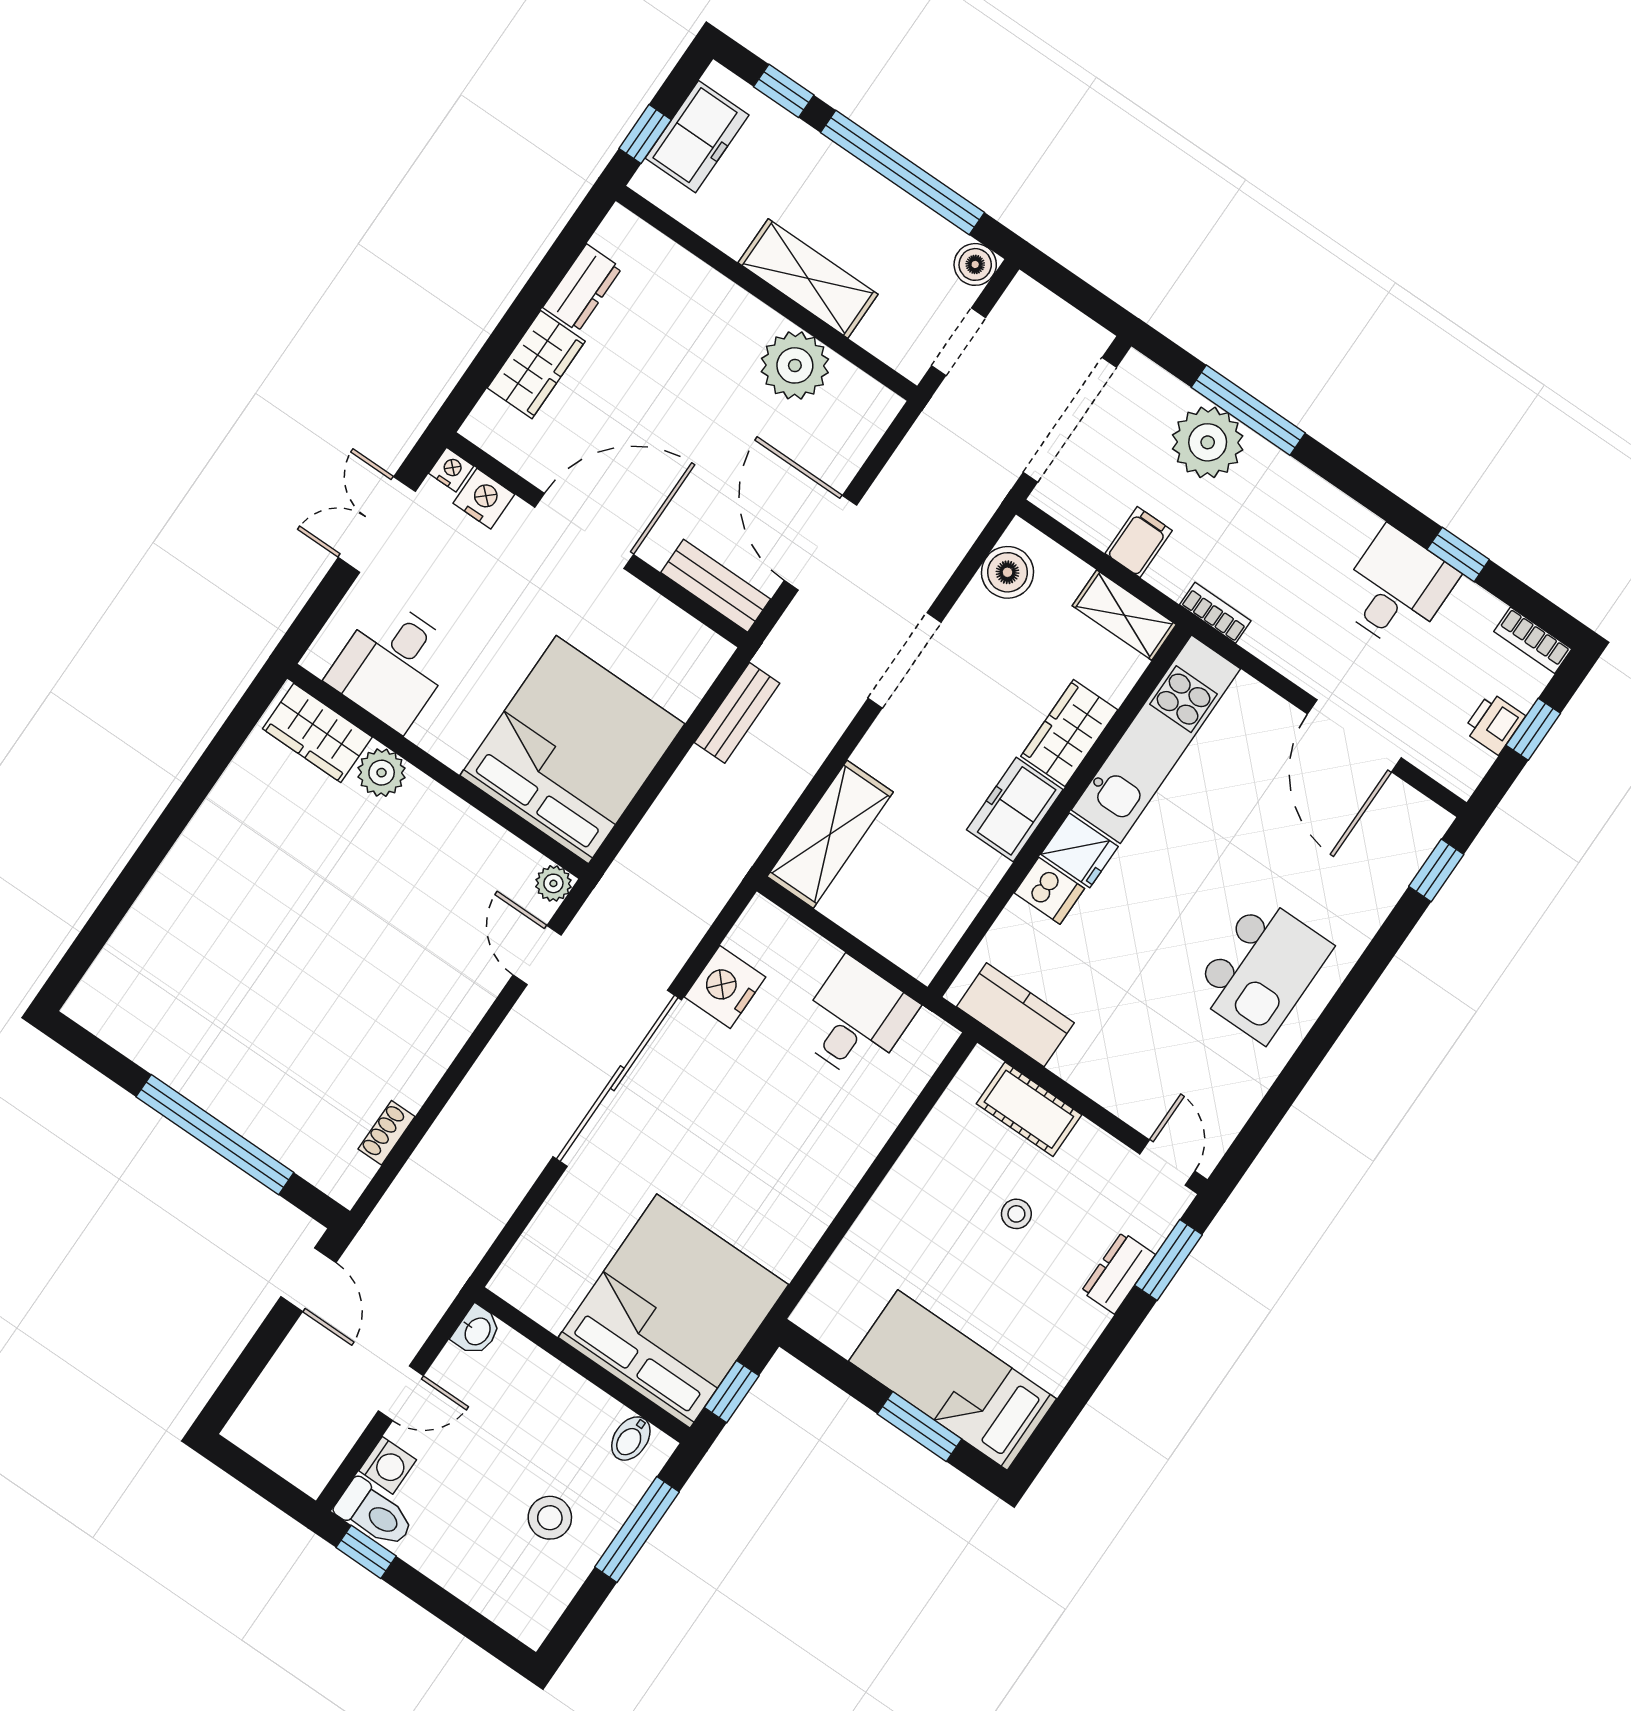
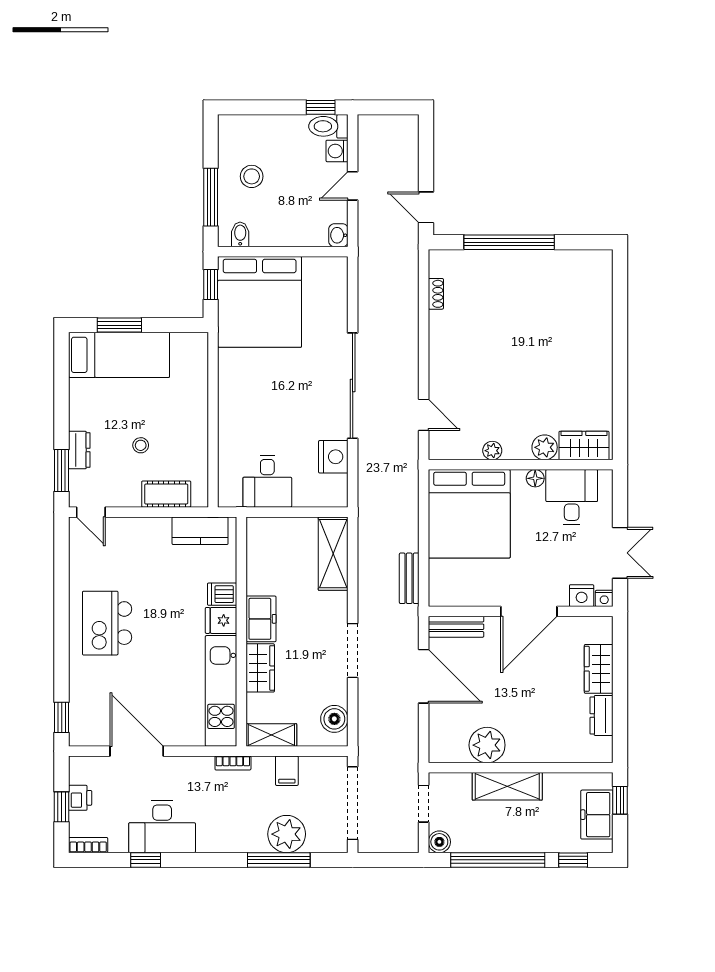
desk: (1396, 589) -> (162, 827), width x1.37
floor lamp: (430, 734) -> (535, 478), added
plant: (553, 883) -> (492, 451), moved

